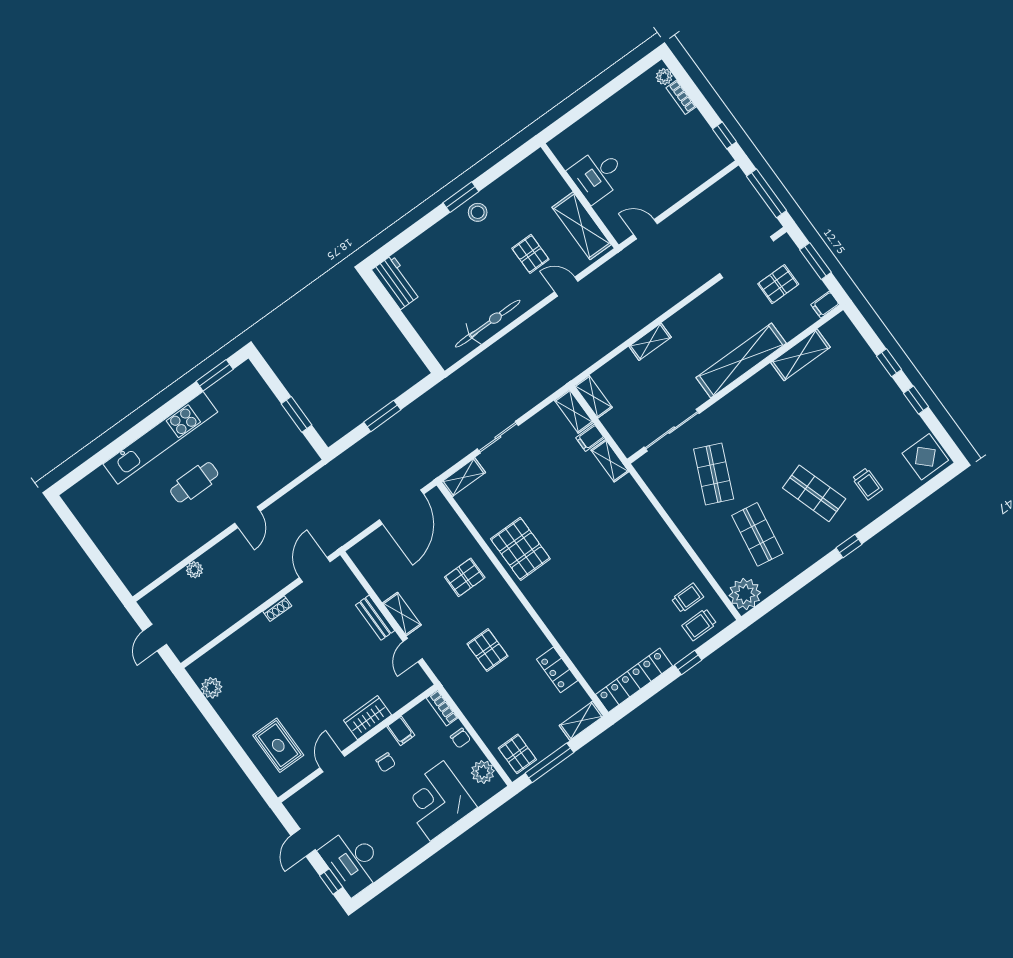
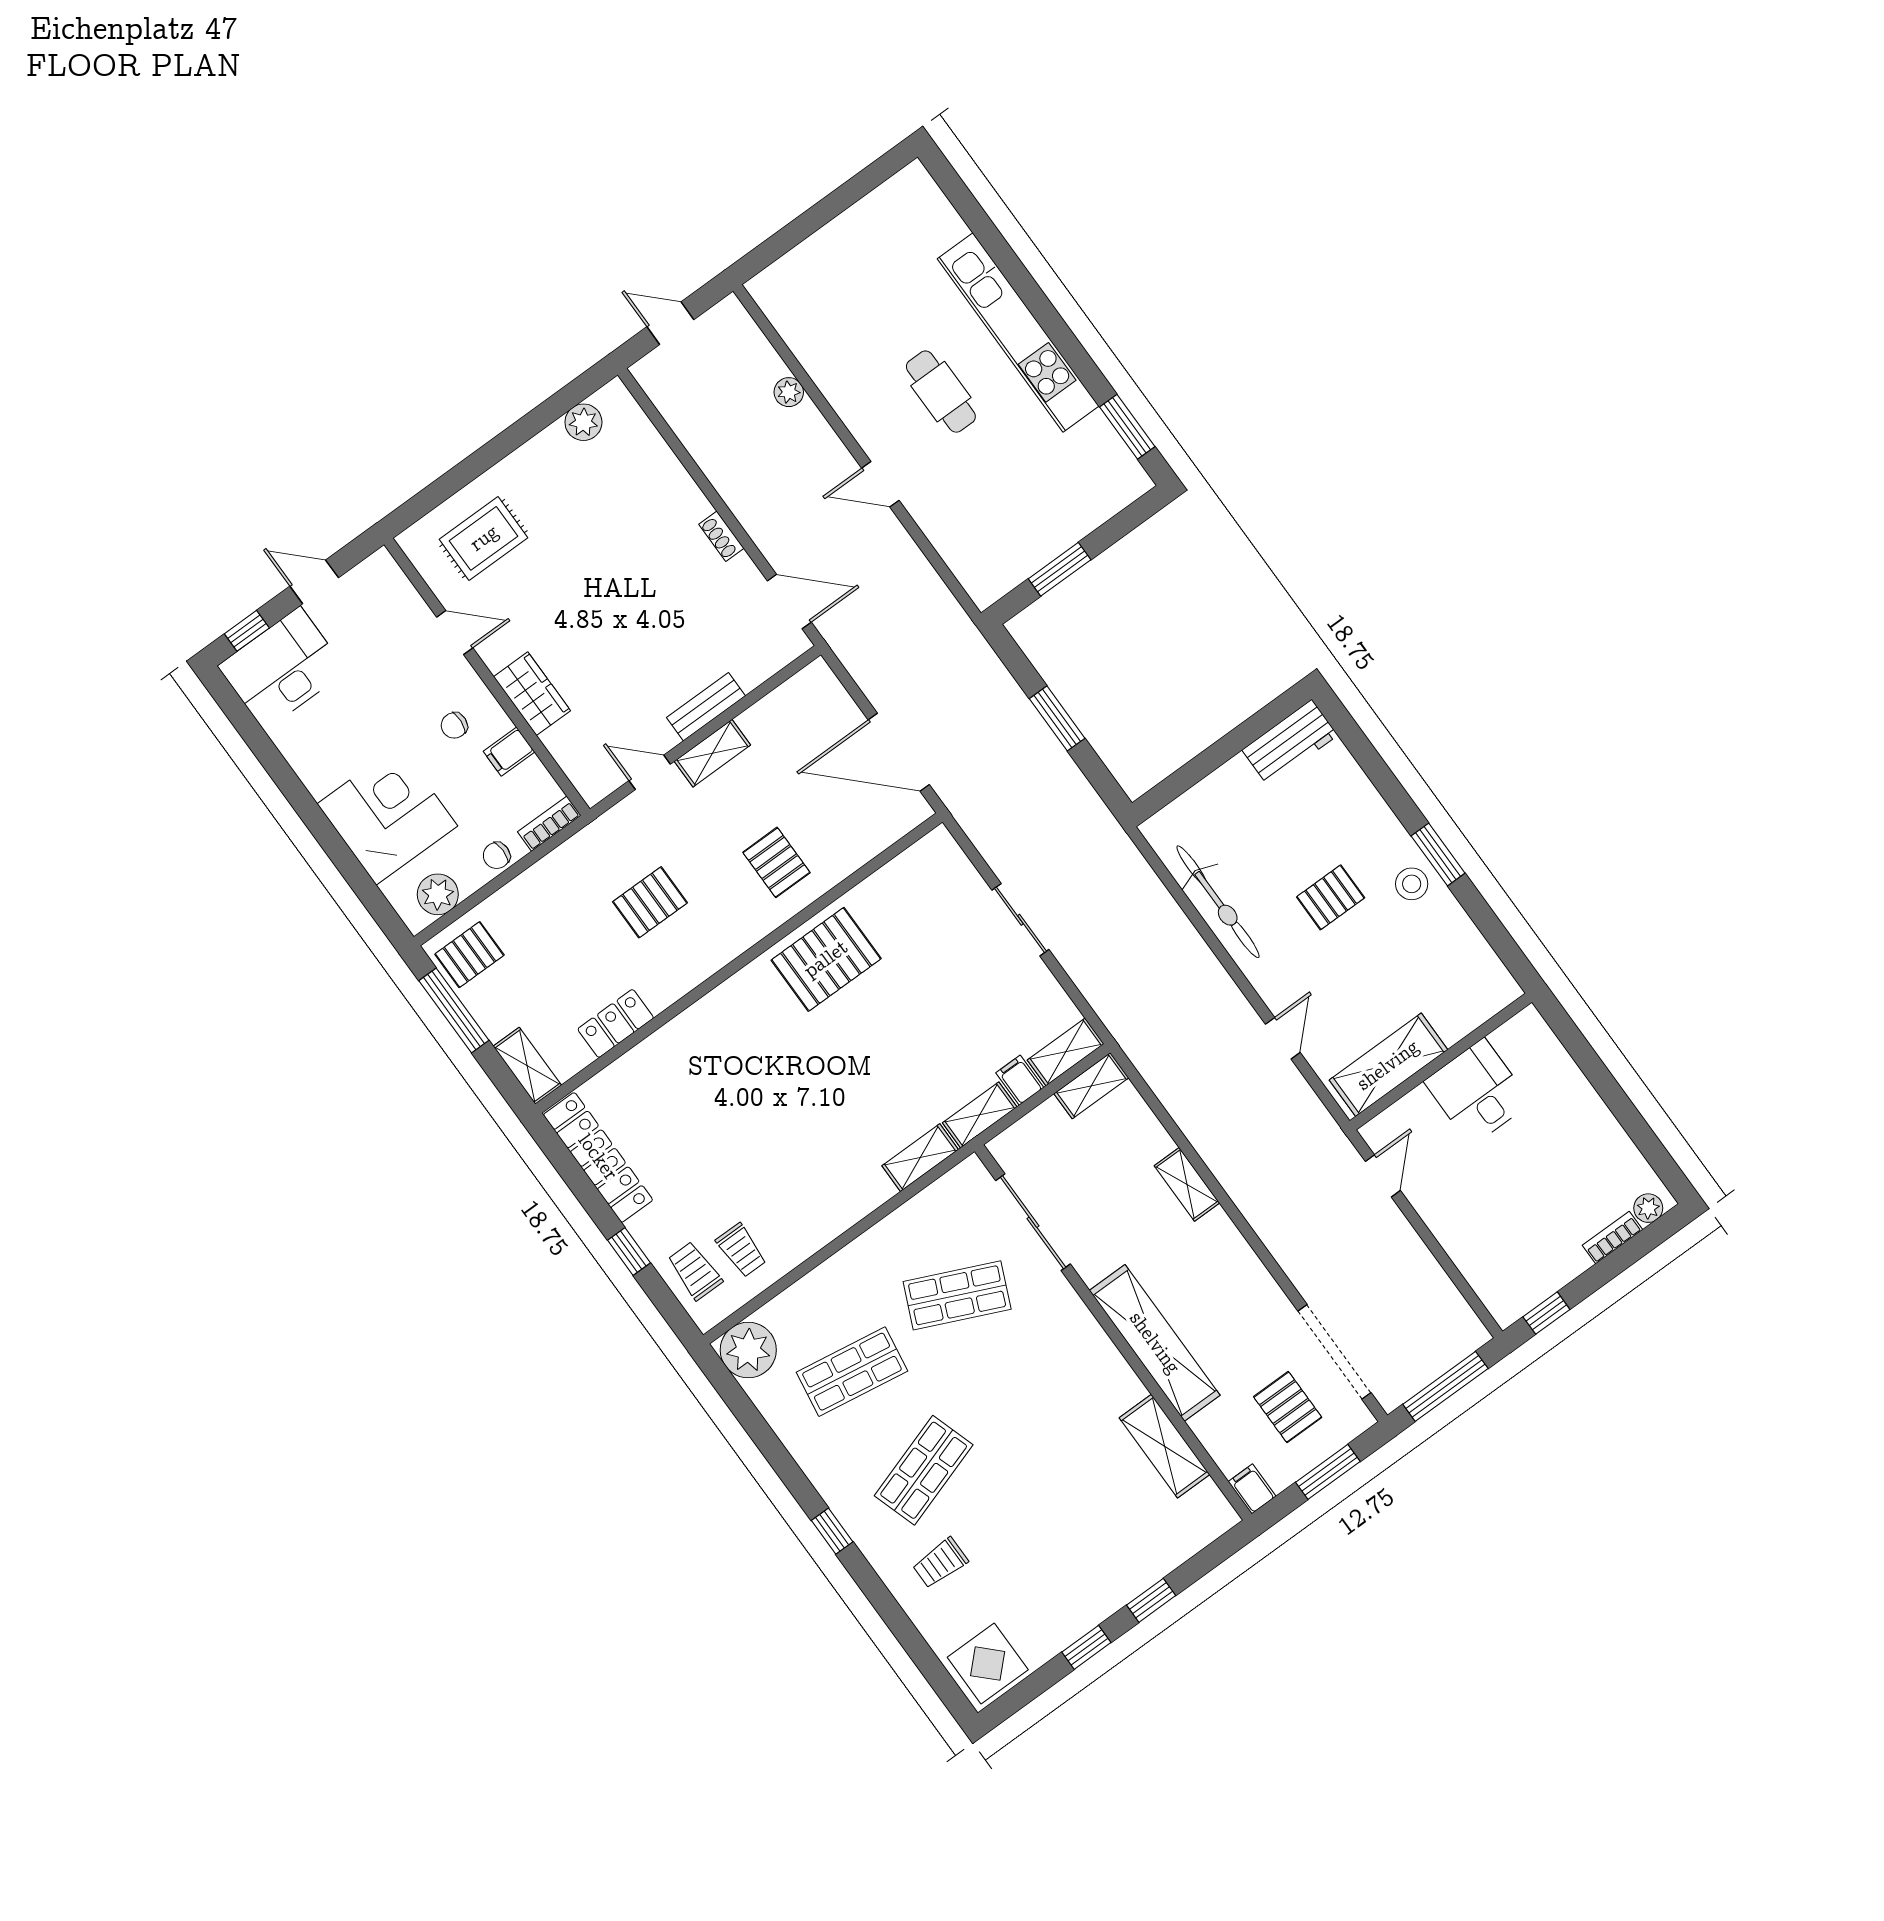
pallet: (530, 254) -> (1331, 897), moved
shelving: (464, 477) -> (920, 1158), moved, turned 90

